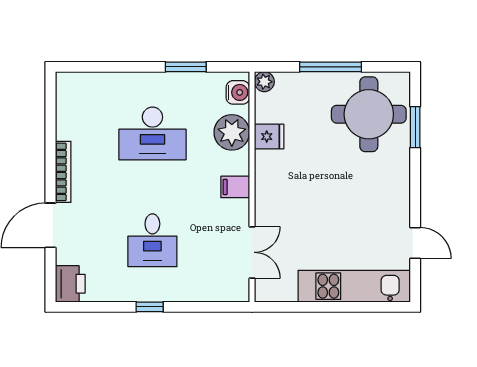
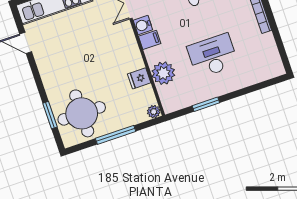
water cooler: (238, 92) -> (143, 25), moved

